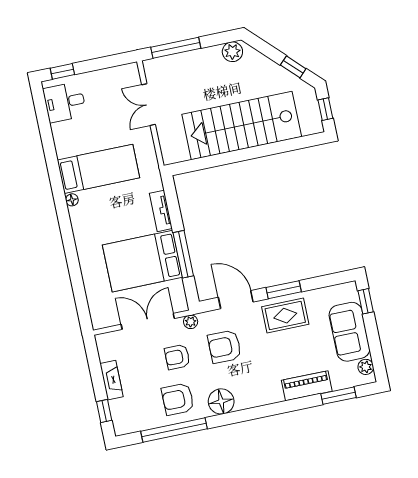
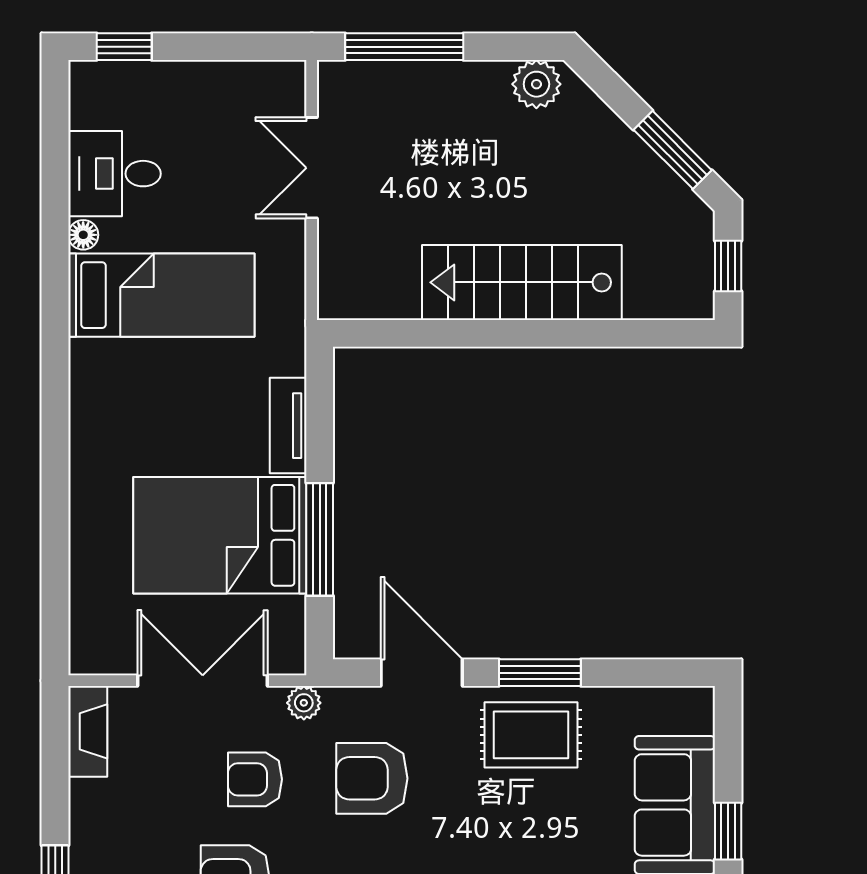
window: (293, 67) -> (673, 150), width x1.50
desk: (65, 102) -> (115, 174), moved
stairs: (242, 126) -> (522, 282), width x0.73, depth x0.66
floor lamp: (72, 200) -> (83, 235), moved
window: (366, 301) -> (728, 831), moved
fireplace: (112, 380) -> (88, 731), moved

